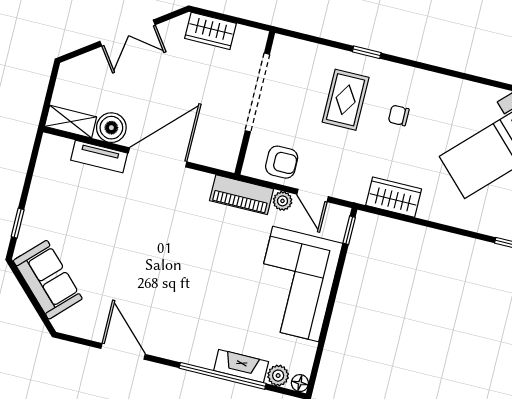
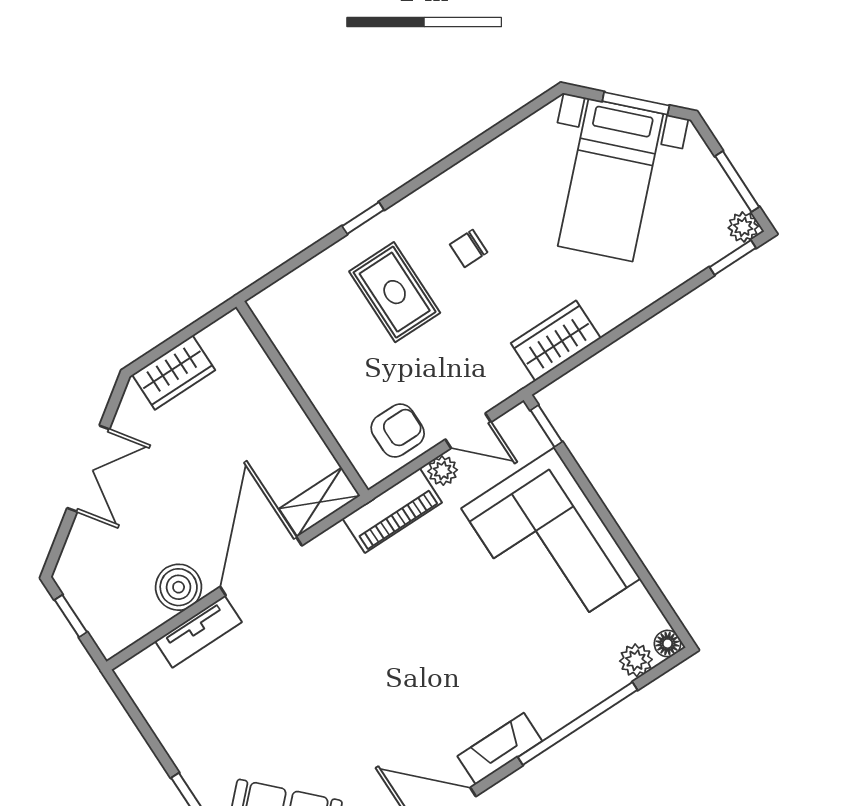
window: (50, 89) -> (71, 616), added
doorway: (257, 92) -> (293, 384), removed
shelving: (71, 122) -> (320, 502), moved
fireplace: (241, 366) -> (500, 749), moved

